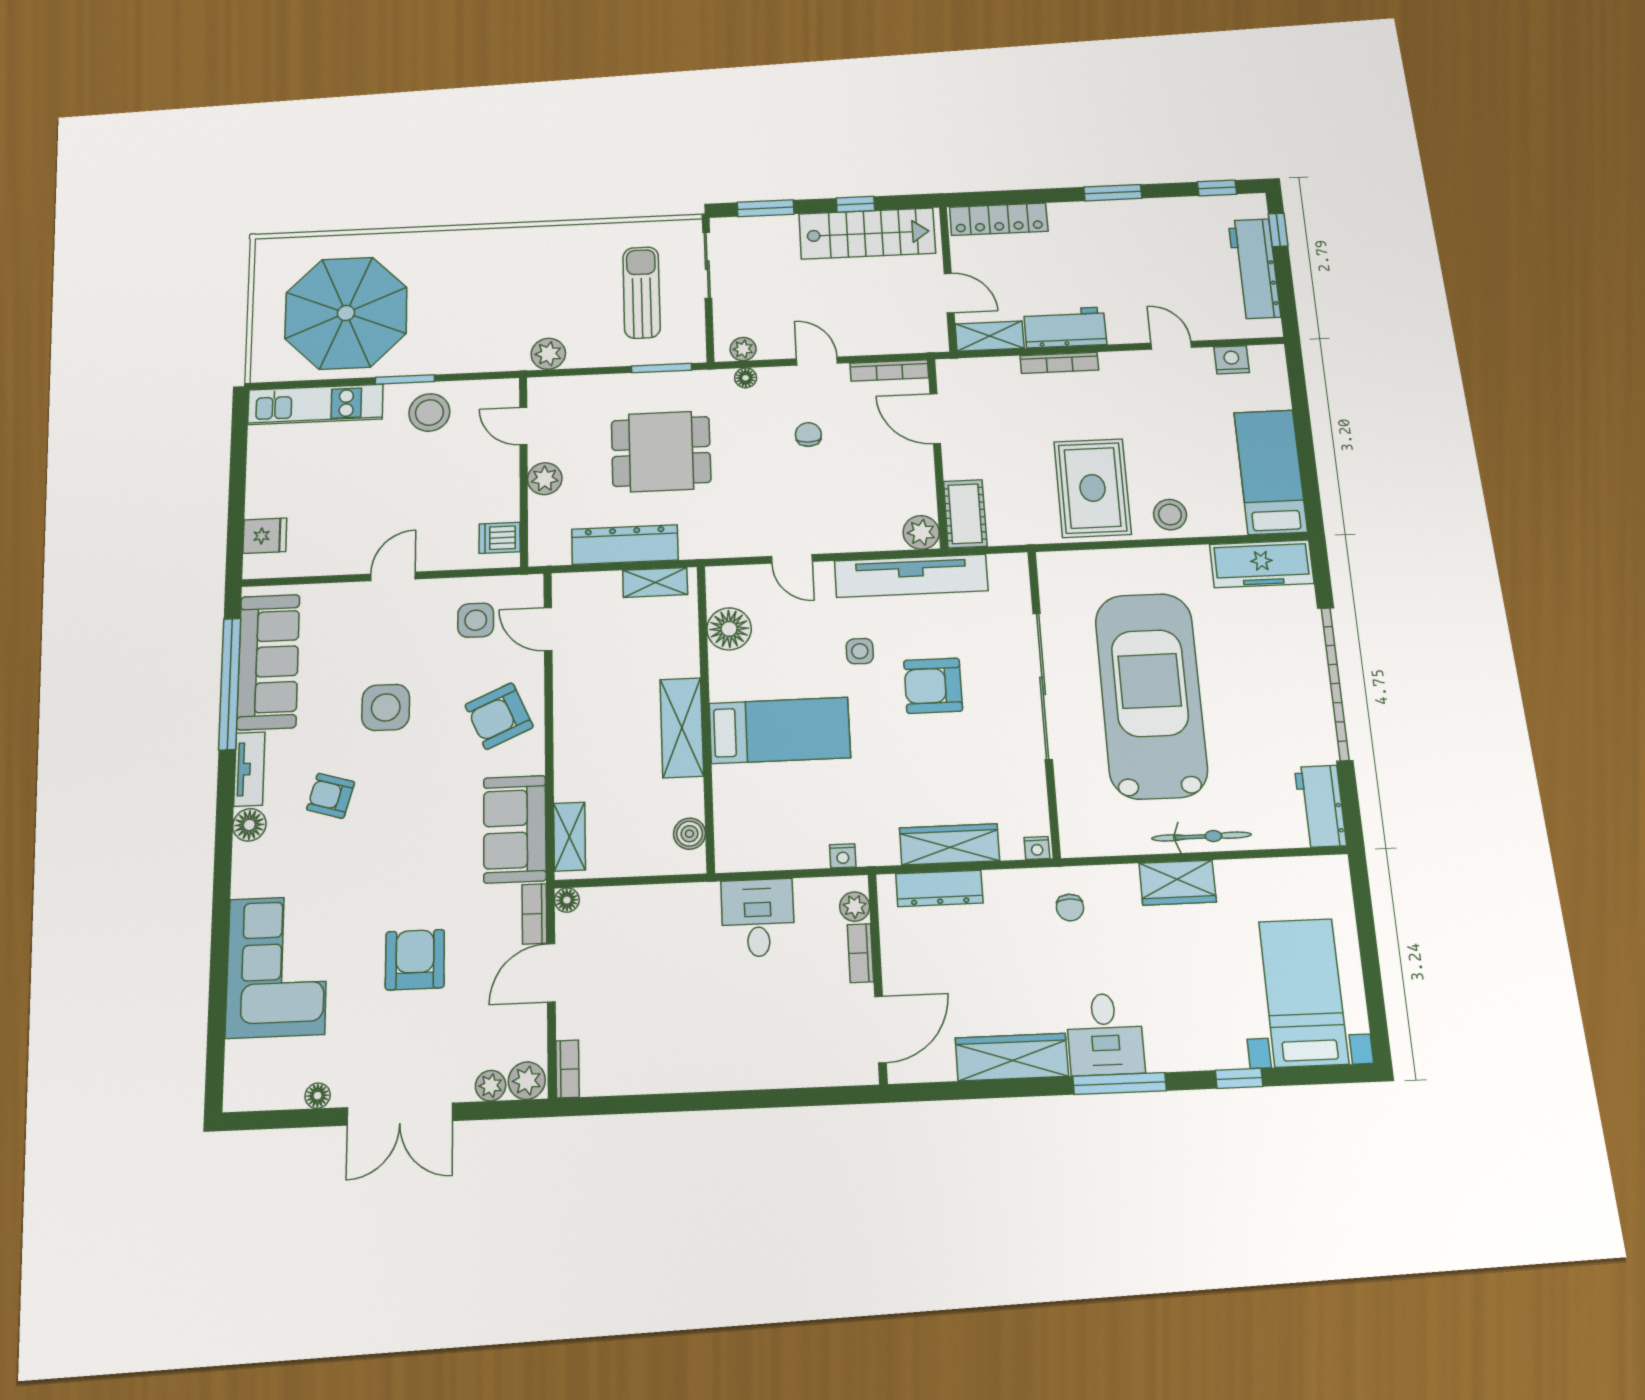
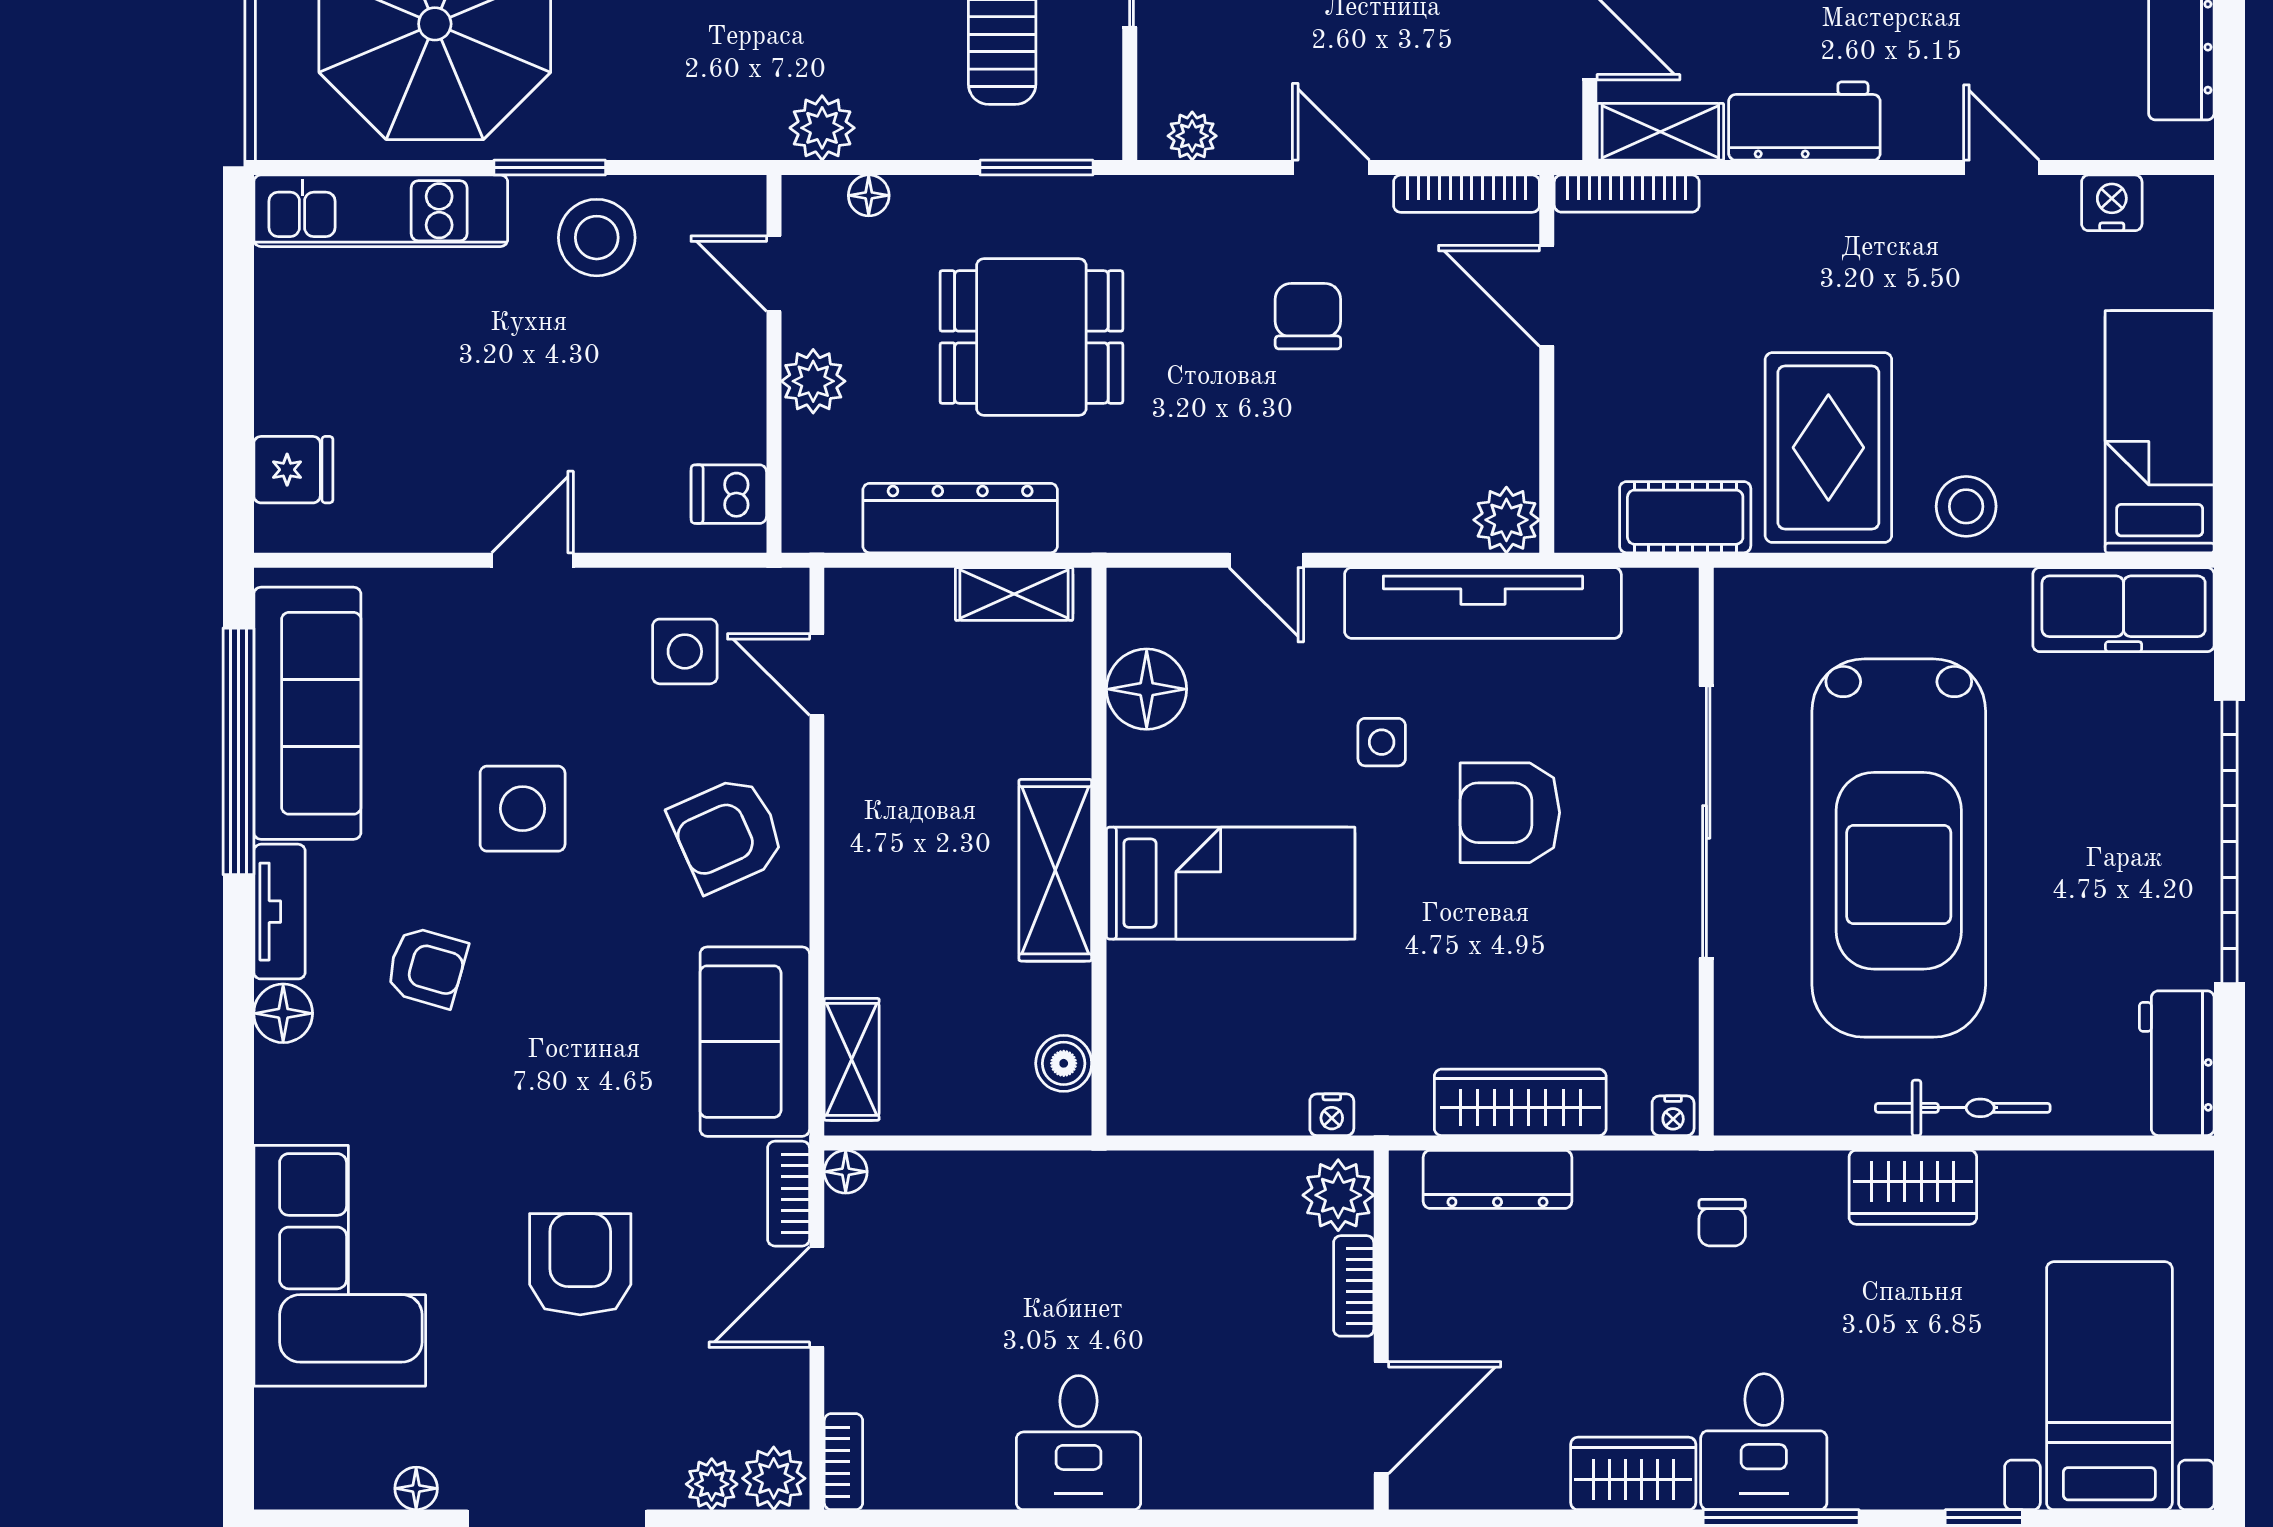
bookcase: (1059, 363) -> (1627, 194), moved
floor lamp: (746, 378) -> (869, 195), moved
chair: (808, 435) -> (1308, 316), width x1.37, depth x1.37
cot: (965, 514) -> (1685, 517), moved, turned 90
car: (1151, 695) -> (1899, 848), turned 180
armchair: (331, 796) -> (427, 967), turned 180
plant: (855, 907) -> (1338, 1195), width x1.38, depth x1.38
desk: (758, 918) -> (1079, 1443), moved, turned 180
wardrobe: (1012, 1057) -> (1633, 1473), width x0.67

